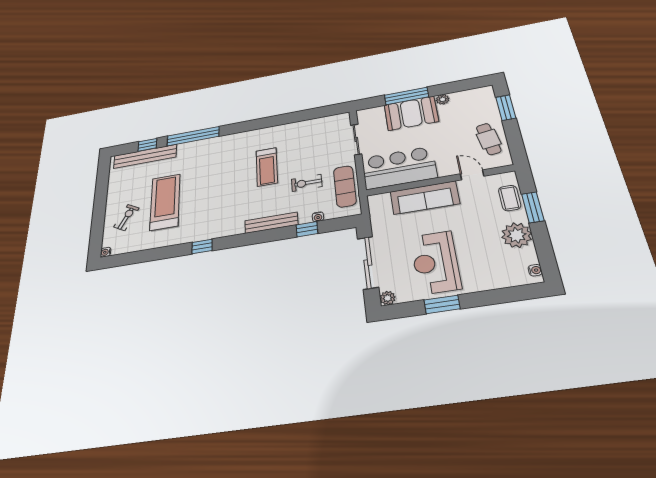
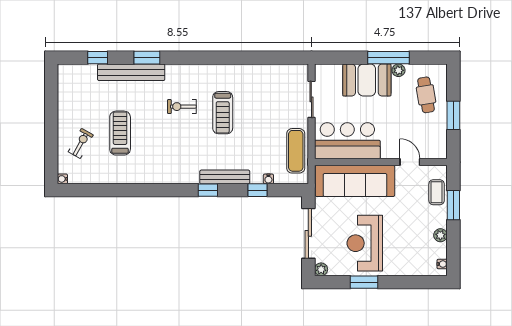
window: (406, 96) -> (388, 58), moved
window: (506, 108) -> (453, 115), moved
window: (193, 136) -> (147, 58), width x0.47
cafe table: (489, 139) -> (426, 95), moved
bench: (145, 156) -> (131, 72), moved
exercise bike: (307, 183) -> (182, 107), moved
sofa: (425, 198) -> (355, 181), width x1.36, depth x1.27
treadmill: (165, 202) -> (120, 133), width x0.73, depth x0.73
plant: (517, 235) -> (440, 235), width x0.53, depth x0.53
window: (202, 246) -> (208, 190), moved

